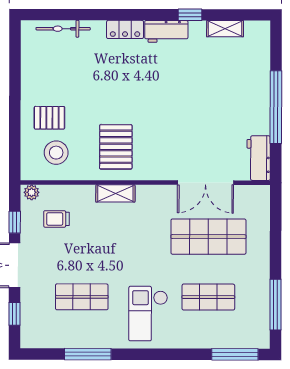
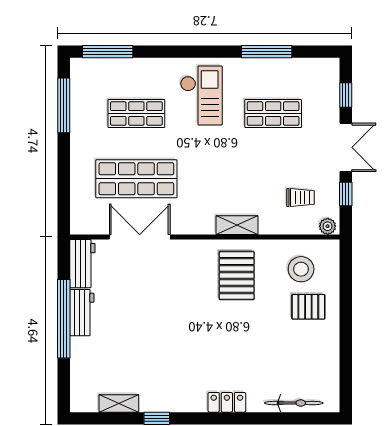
workbench: (166, 31) -> (82, 313), moved, turned 90

